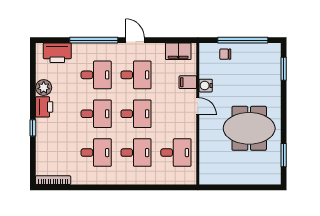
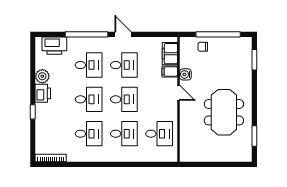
filing cabinet: (178, 51) -> (170, 54), moved, turned 90
meeting table: (249, 128) -> (224, 112), turned 90

